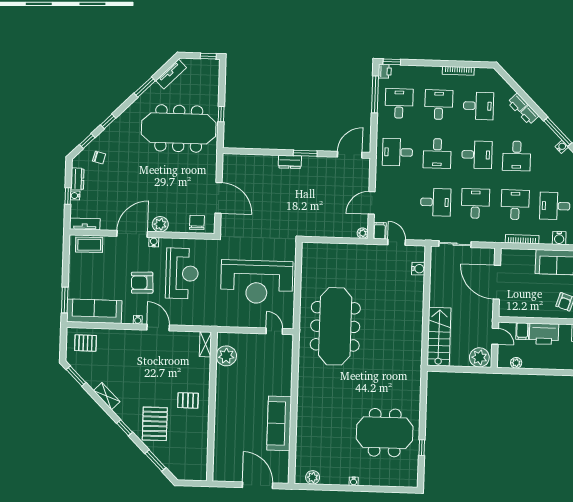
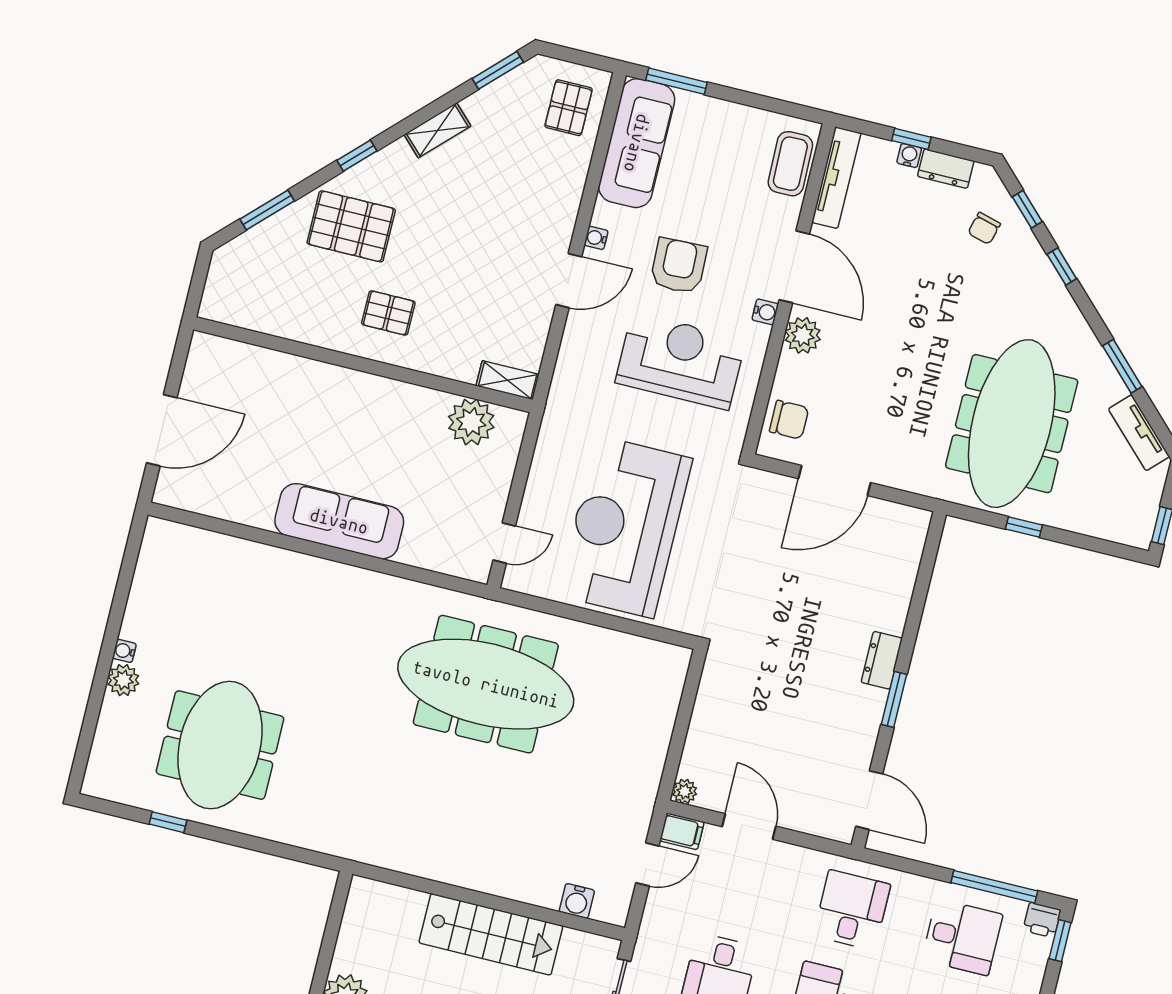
tv unit: (85, 224) -> (836, 178), width x1.41
reception desk: (182, 273) -> (680, 361), turned 180
stairs: (439, 337) -> (491, 934), moved
pallet: (188, 400) -> (388, 313), turned 90
sofa: (279, 423) -> (339, 521), moved
plant: (313, 477) -> (123, 680), moved

